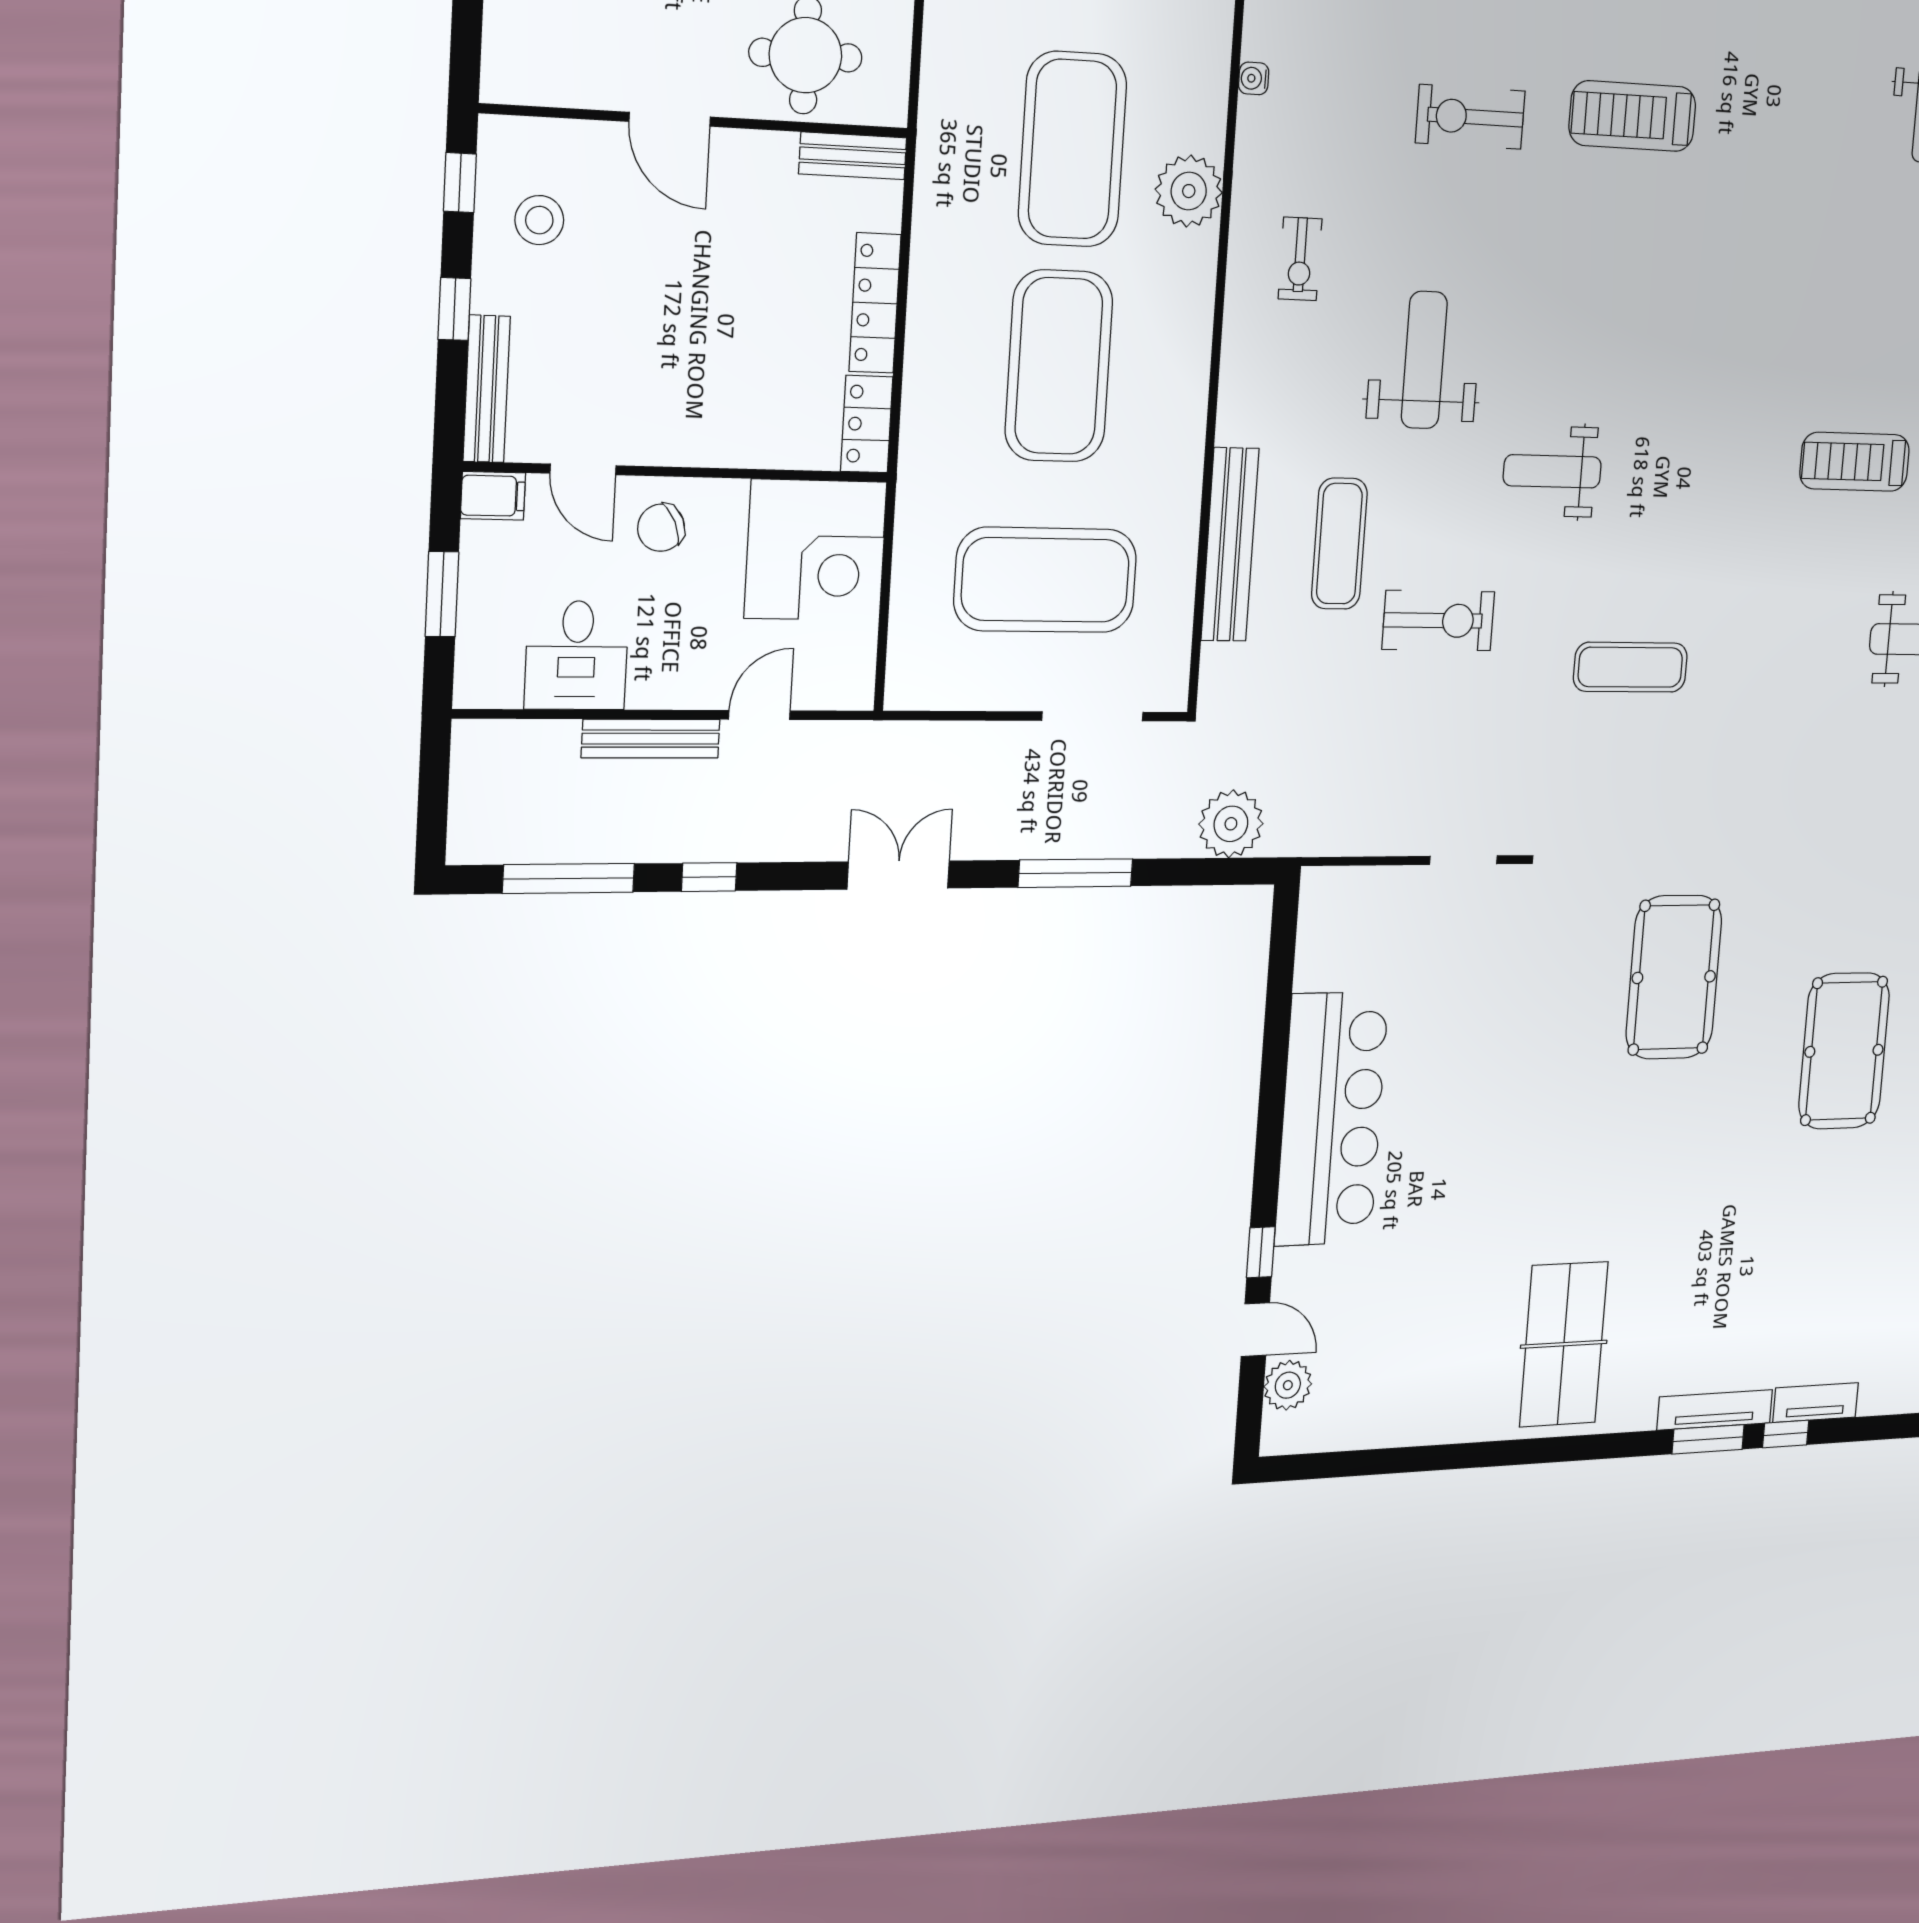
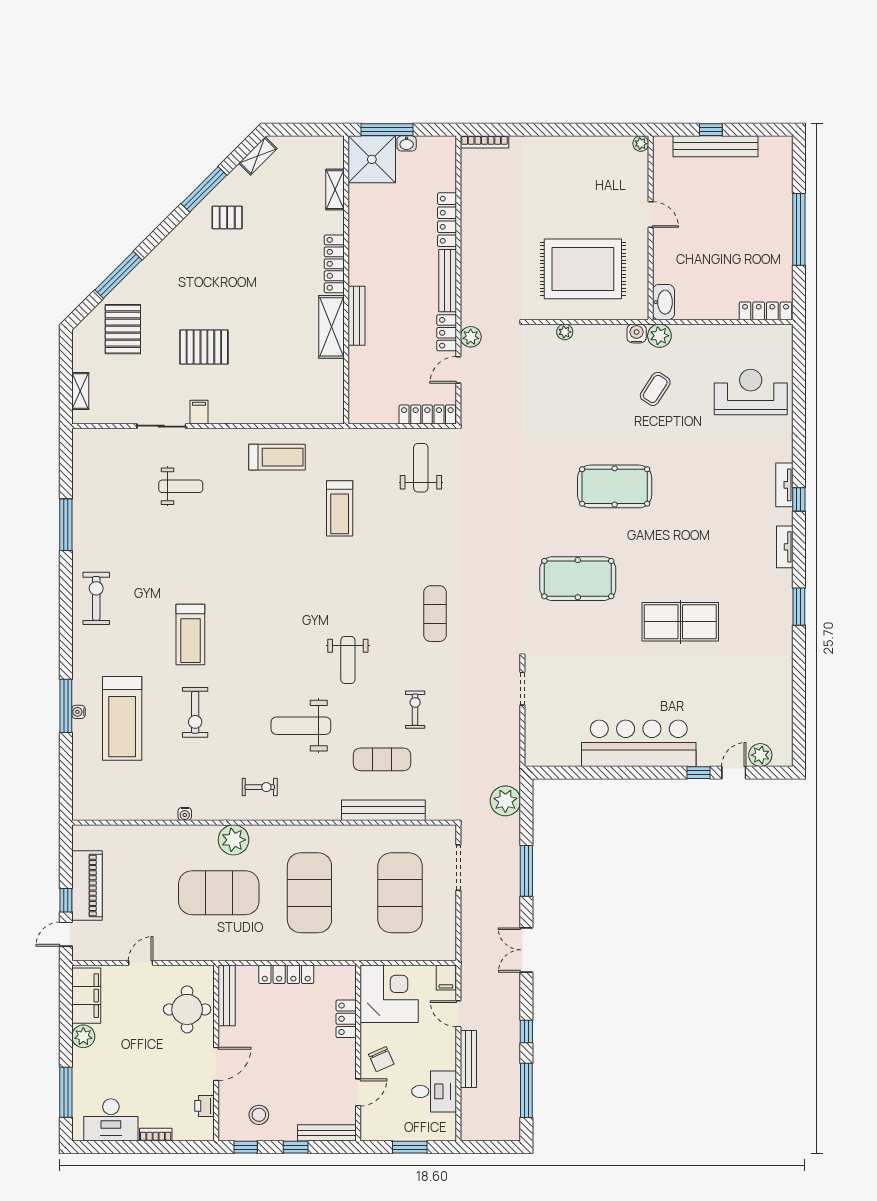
printer: (568, 84) -> (204, 1106), added
bench: (853, 156) -> (227, 995), width x1.36
exercise mat: (1059, 366) -> (309, 893), turned 90
locker: (867, 424) -> (346, 1019), moved, turned 90
filing cabinet: (493, 496) -> (446, 978), moved, turned 180
exercise bike: (1438, 621) -> (415, 710), width x0.73, depth x0.72
table tennis table: (1564, 1344) -> (680, 622), moved
tv unit: (1715, 1410) -> (785, 547), width x0.71
window: (1708, 1439) -> (799, 607), moved

